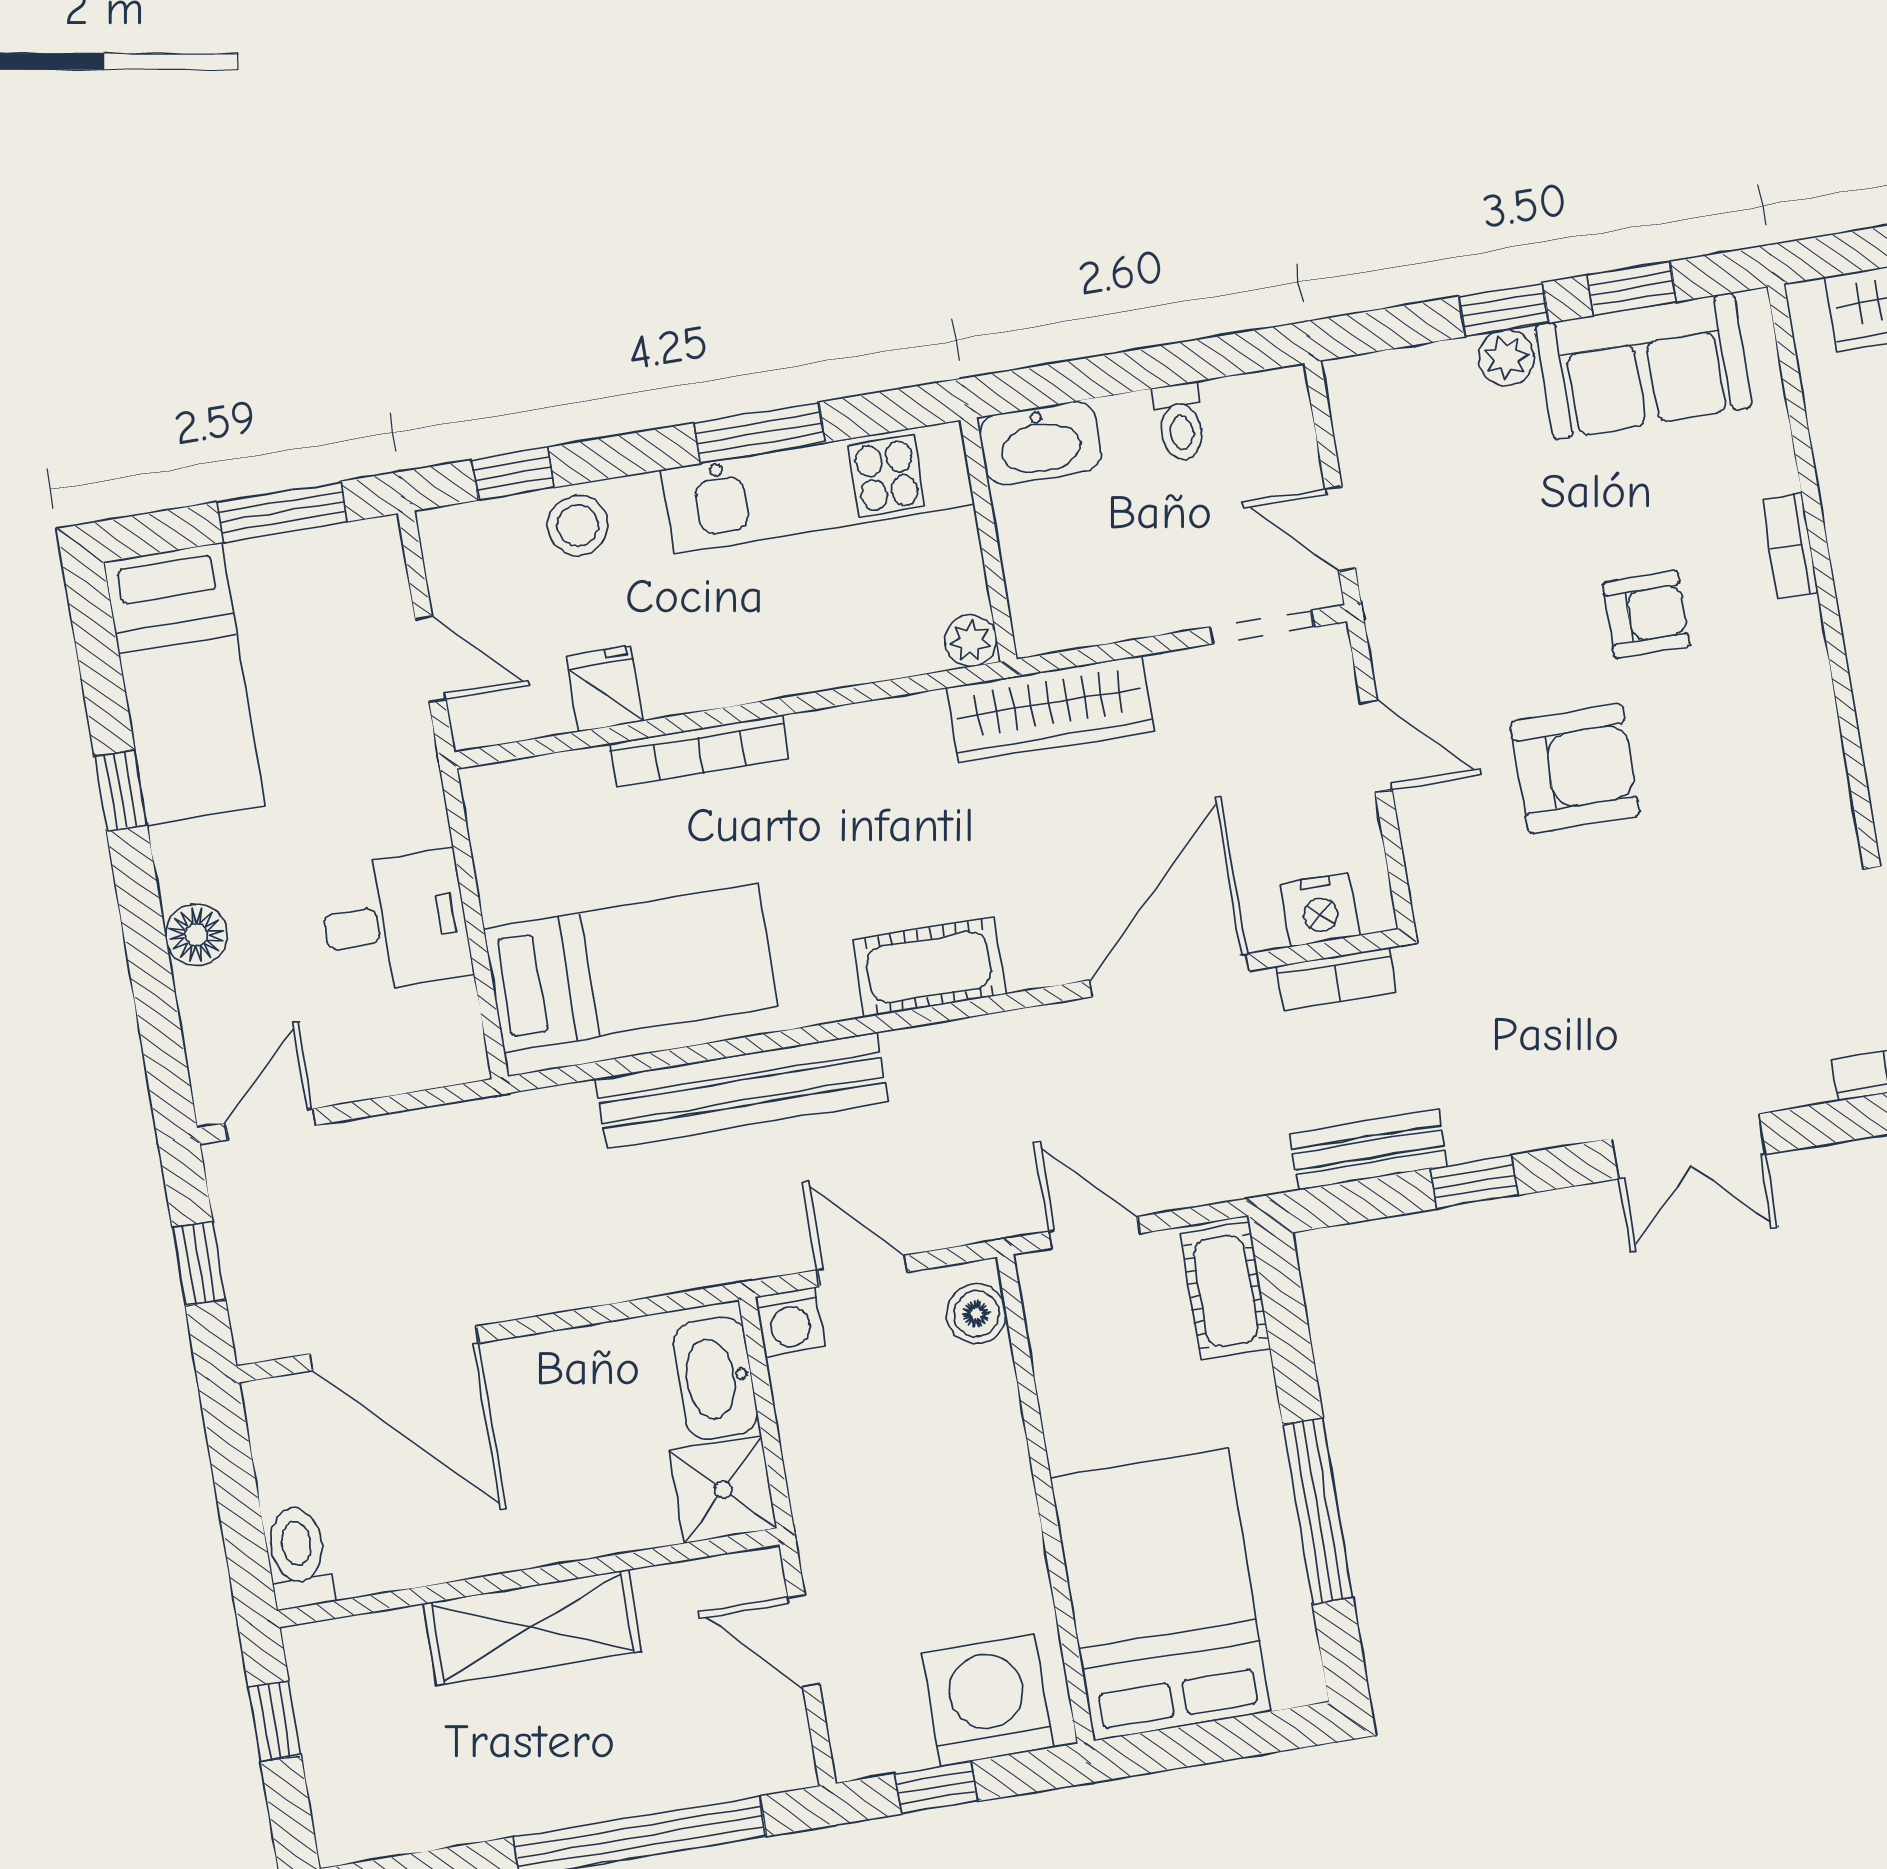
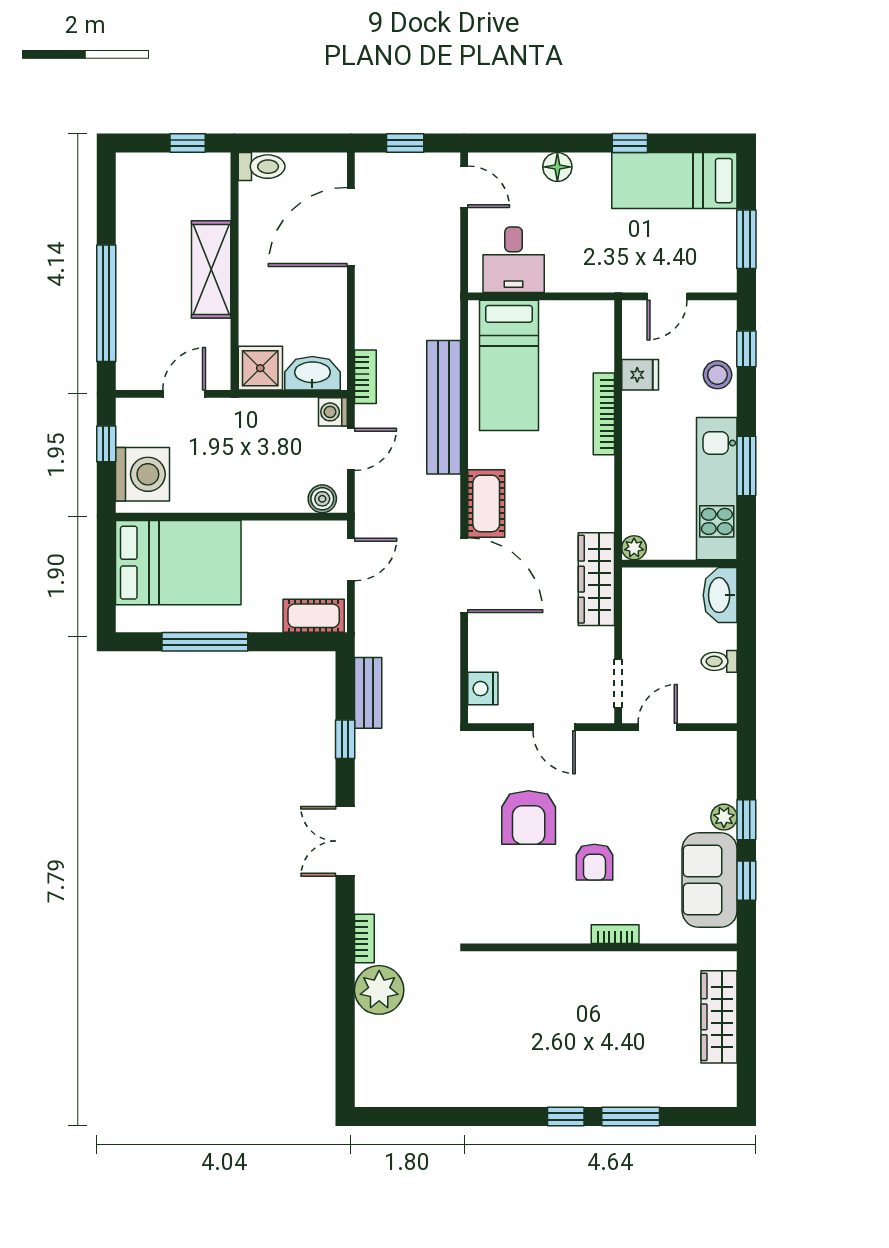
door: (1376, 746) -> (554, 727), hinge flipped
desk: (395, 922) -> (514, 260), moved
door: (1169, 975) -> (464, 575), moved
bookcase: (1337, 979) -> (365, 377), moved, turned 180

